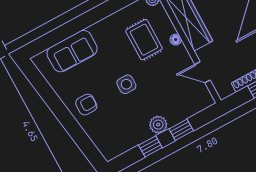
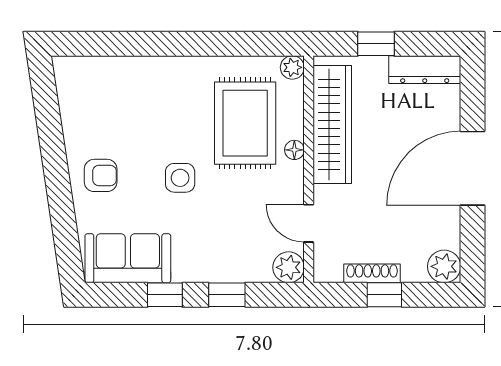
rug: (144, 40) -> (245, 123), width x1.36, depth x1.43
sofa: (72, 51) -> (128, 258), moved, turned 180
plant: (158, 125) -> (289, 267), moved

